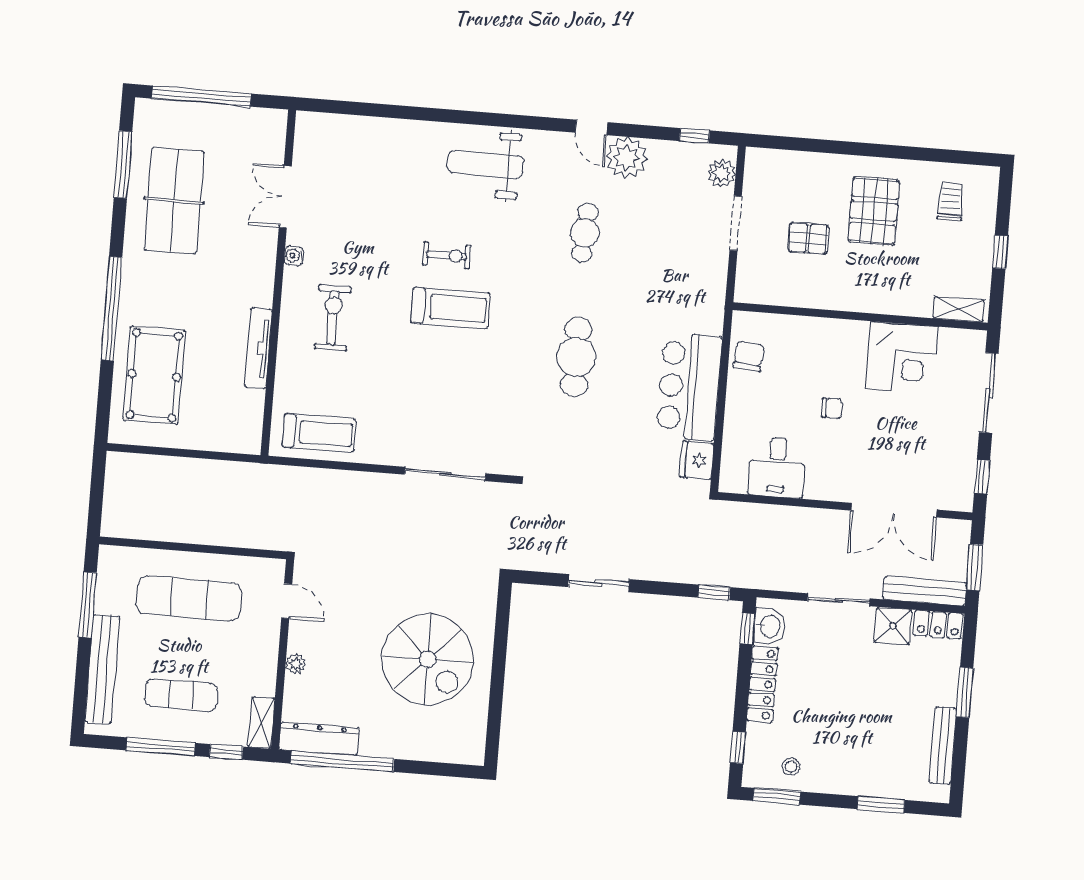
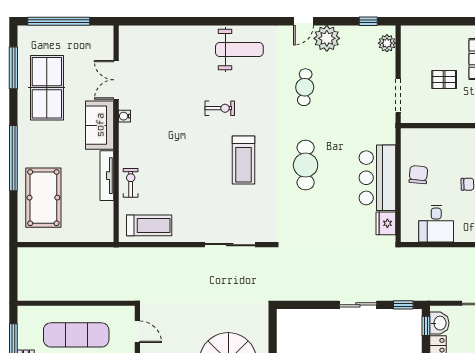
door: (591, 127) -> (303, 21), hinge flipped
weight bench: (486, 164) -> (239, 50), turned 180
doorway: (736, 223) -> (398, 96), moved
sofa: (253, 267) -> (100, 125), added
treadmill: (450, 308) -> (244, 160), moved, turned 90
exercise bike: (333, 318) -> (131, 183), moved, width x0.73, depth x0.72
chair: (749, 356) -> (418, 175), moved
sliding door: (599, 583) -> (358, 305), moved

